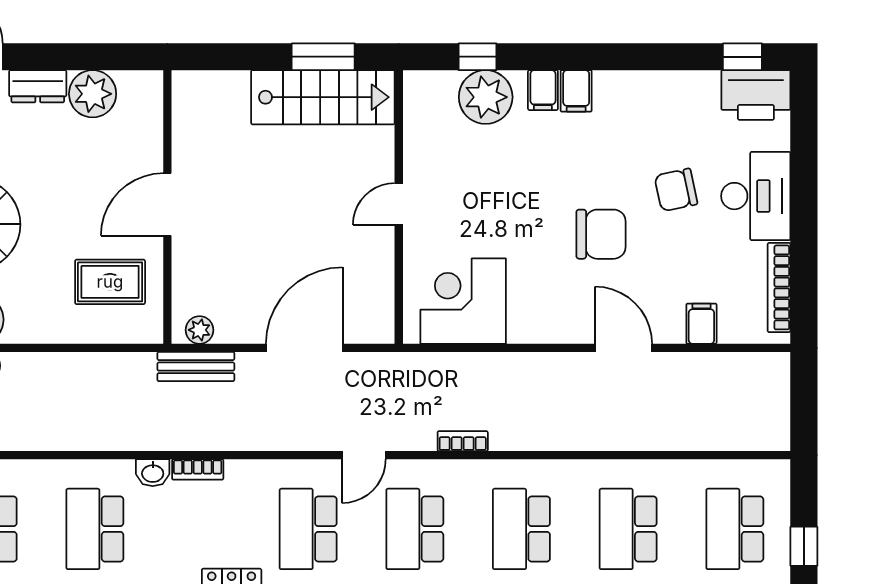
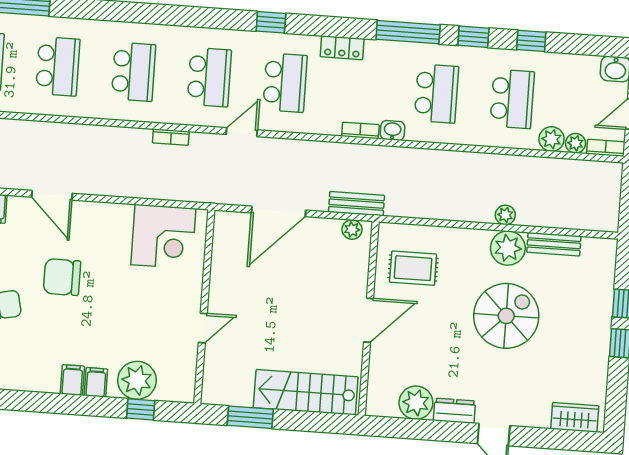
stairs: (323, 97) -> (306, 392), moved
door: (399, 204) -> (203, 328), moved

